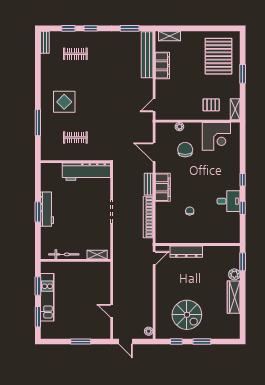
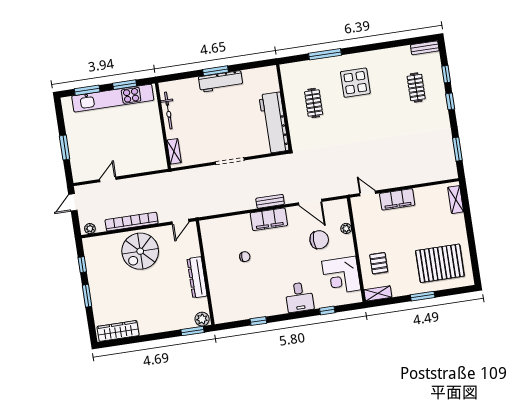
bench: (147, 55) -> (428, 175), removed
filing cabinet: (162, 65) -> (397, 199), moved
door: (154, 152) -> (310, 202), swing flipped
window: (243, 180) -> (327, 311), moved
desk: (229, 201) -> (299, 297), moved
bookcase: (148, 217) -> (132, 222), moved
dresser: (186, 252) -> (197, 277), moved
door: (154, 258) -> (180, 222), hinge flipped
plant: (234, 274) -> (202, 319), moved
kitchen unit: (47, 297) -> (113, 98), width x1.36
wardrobe: (234, 297) -> (118, 331), moved
spiral stairs: (187, 315) -> (140, 251), moved

